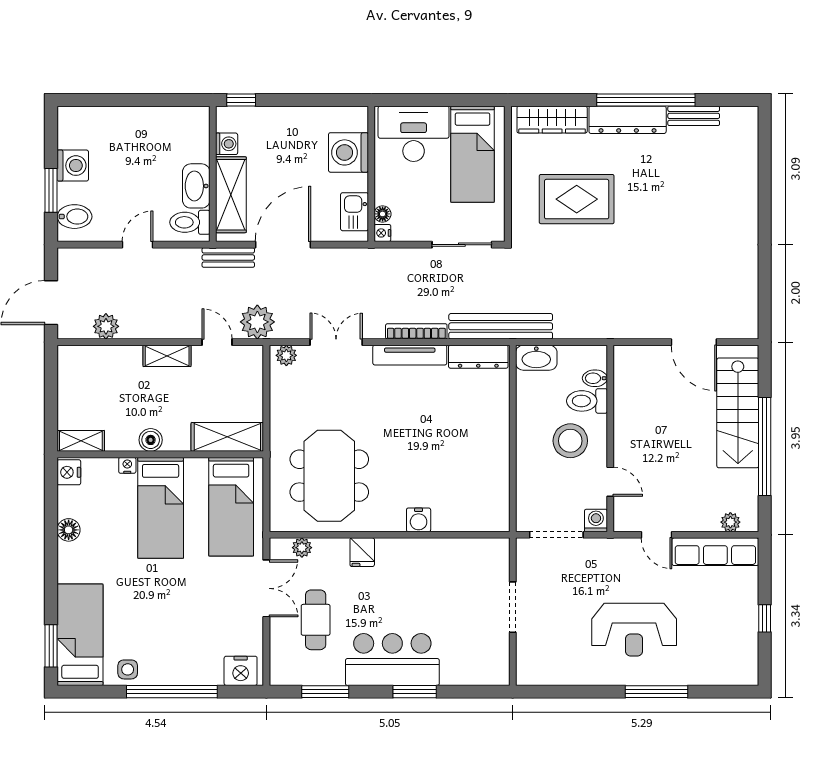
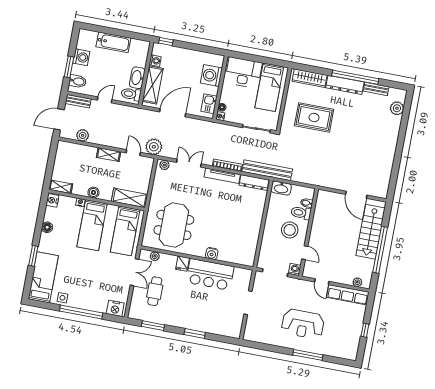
bathtub: (133, 122) -> (113, 42), added
plant: (744, 148) -> (397, 108), added
bench: (228, 257) -> (78, 101), moved
window: (51, 646) -> (33, 256), moved
bar counter: (392, 660) -> (210, 274), moved, turned 180

